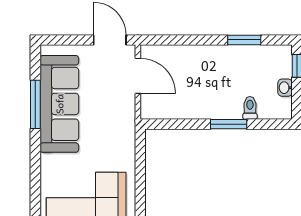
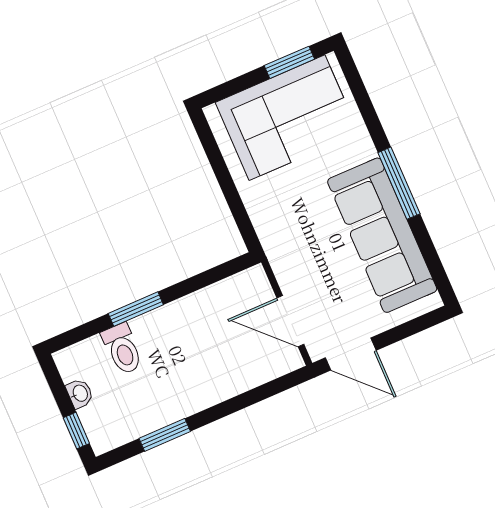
window: (35, 104) -> (399, 183), moved
toilet: (250, 108) -> (122, 349), width x1.37, depth x1.39

